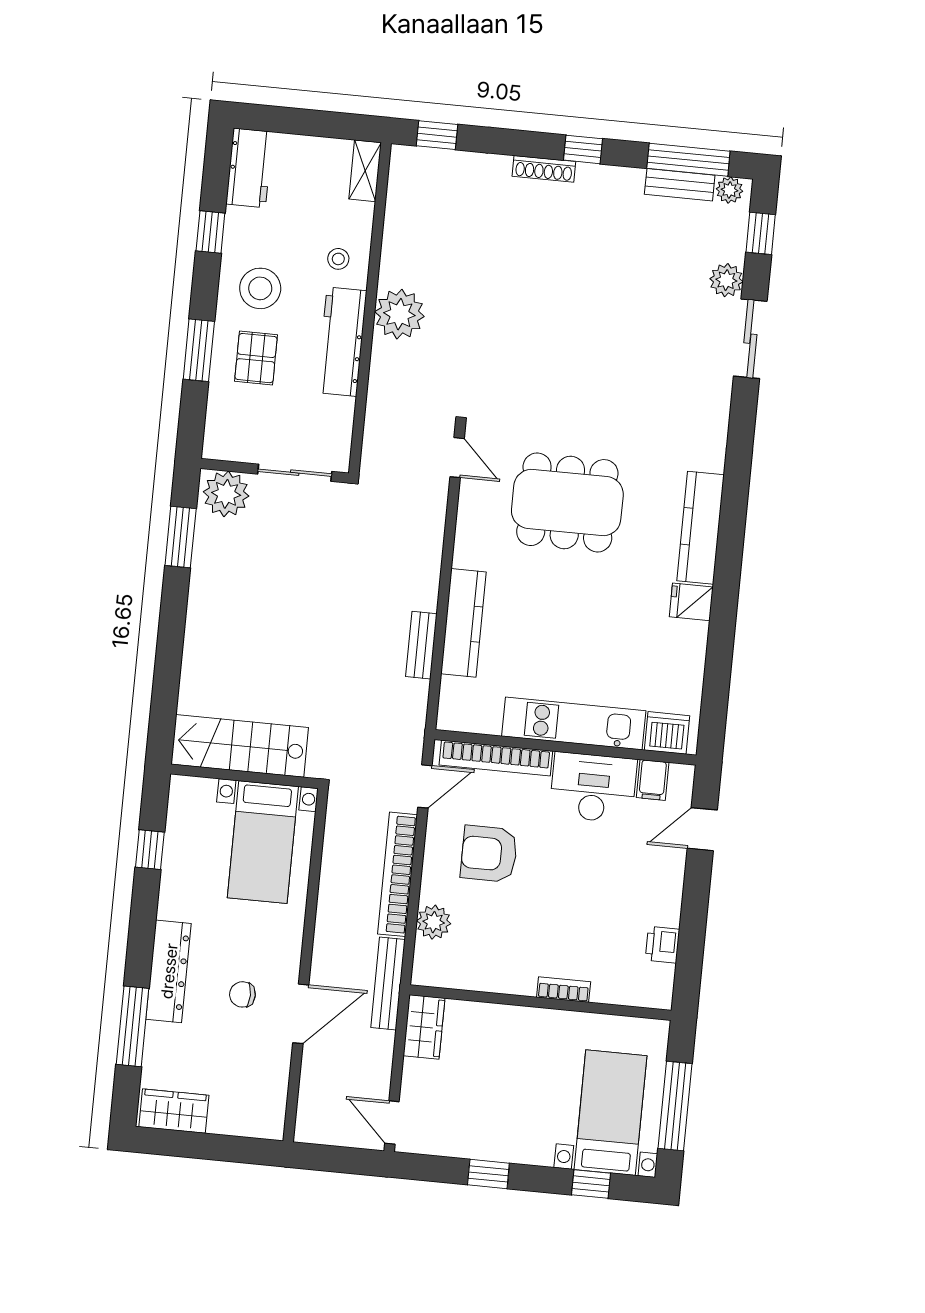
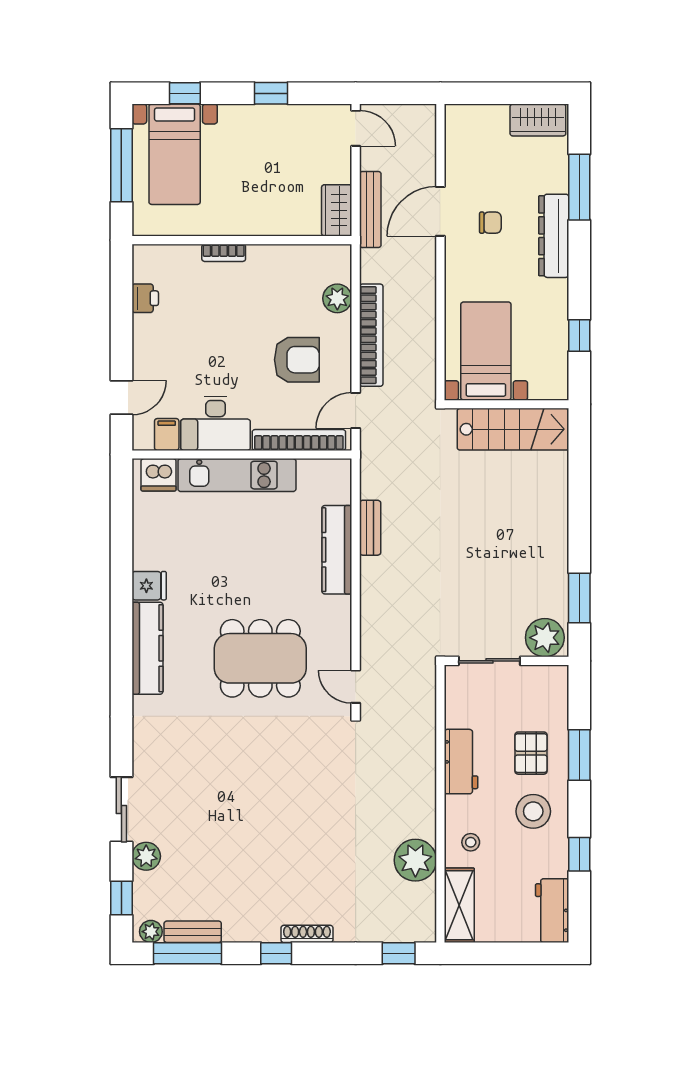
shelving: (365, 171) -> (459, 905), width x1.50, depth x1.33
plant: (399, 314) -> (415, 860), moved
workbench: (342, 342) -> (461, 762), width x0.73
bench: (388, 983) -> (370, 209), moved

